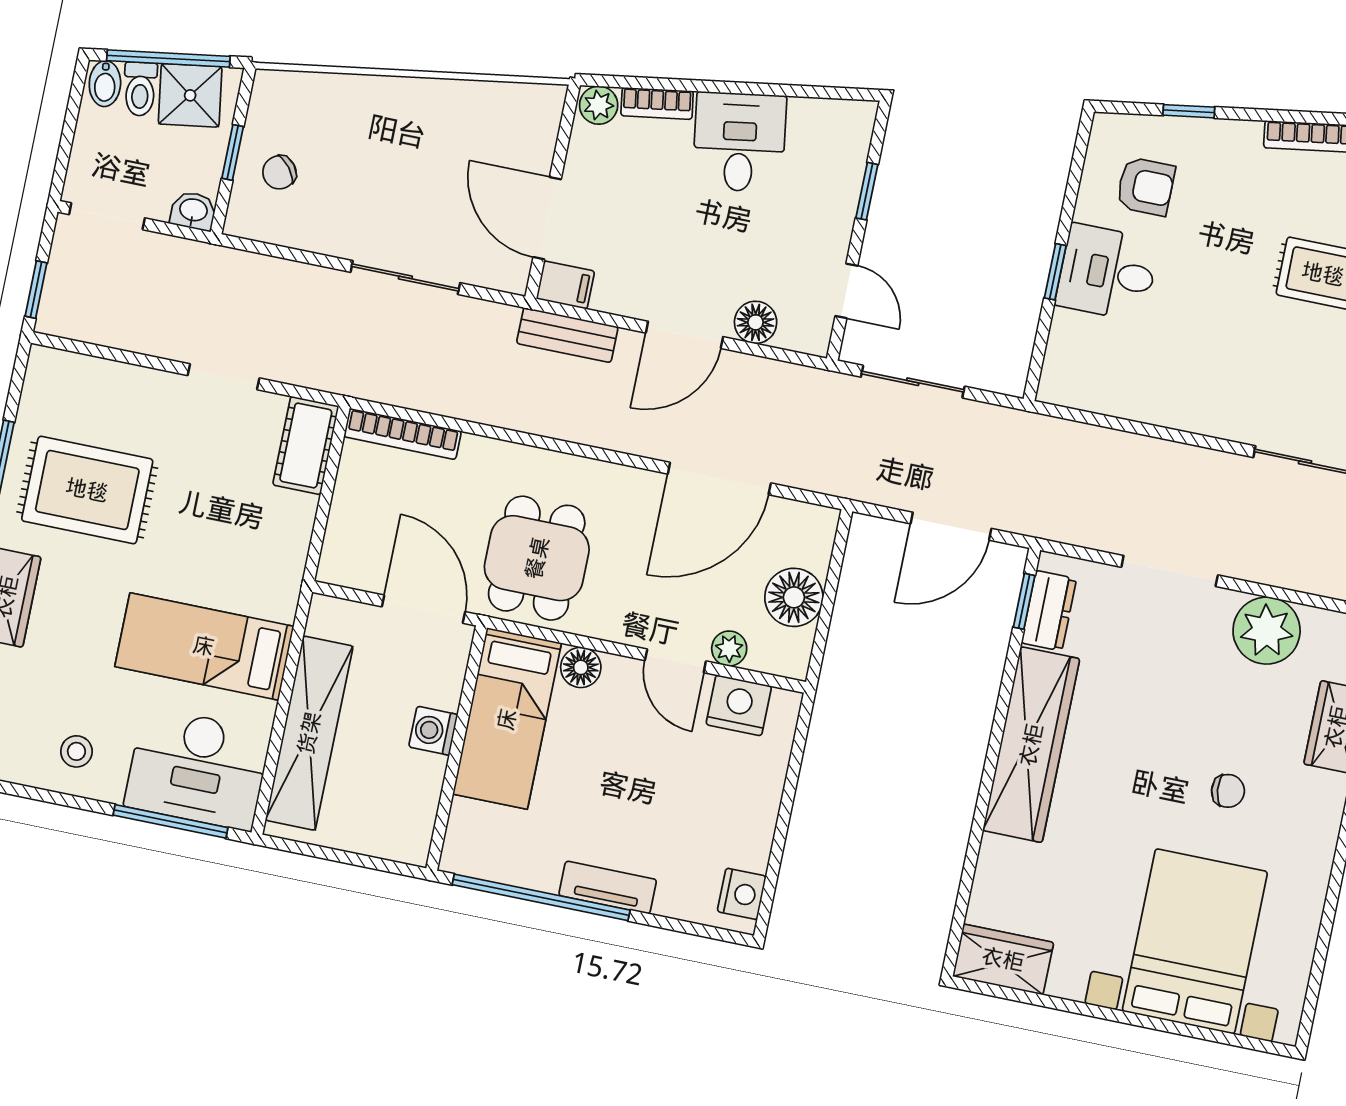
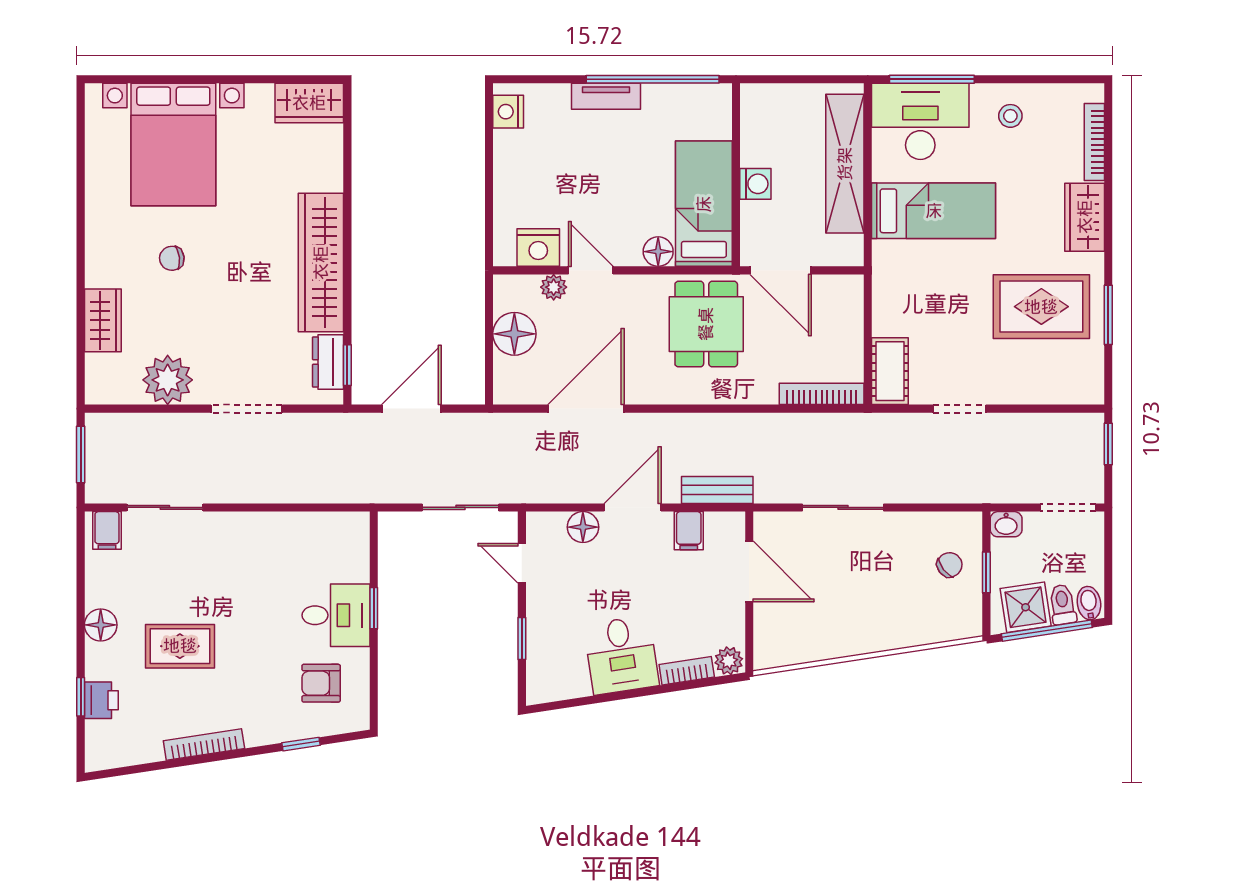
filing cabinet: (565, 285) -> (689, 531), moved, turned -90

